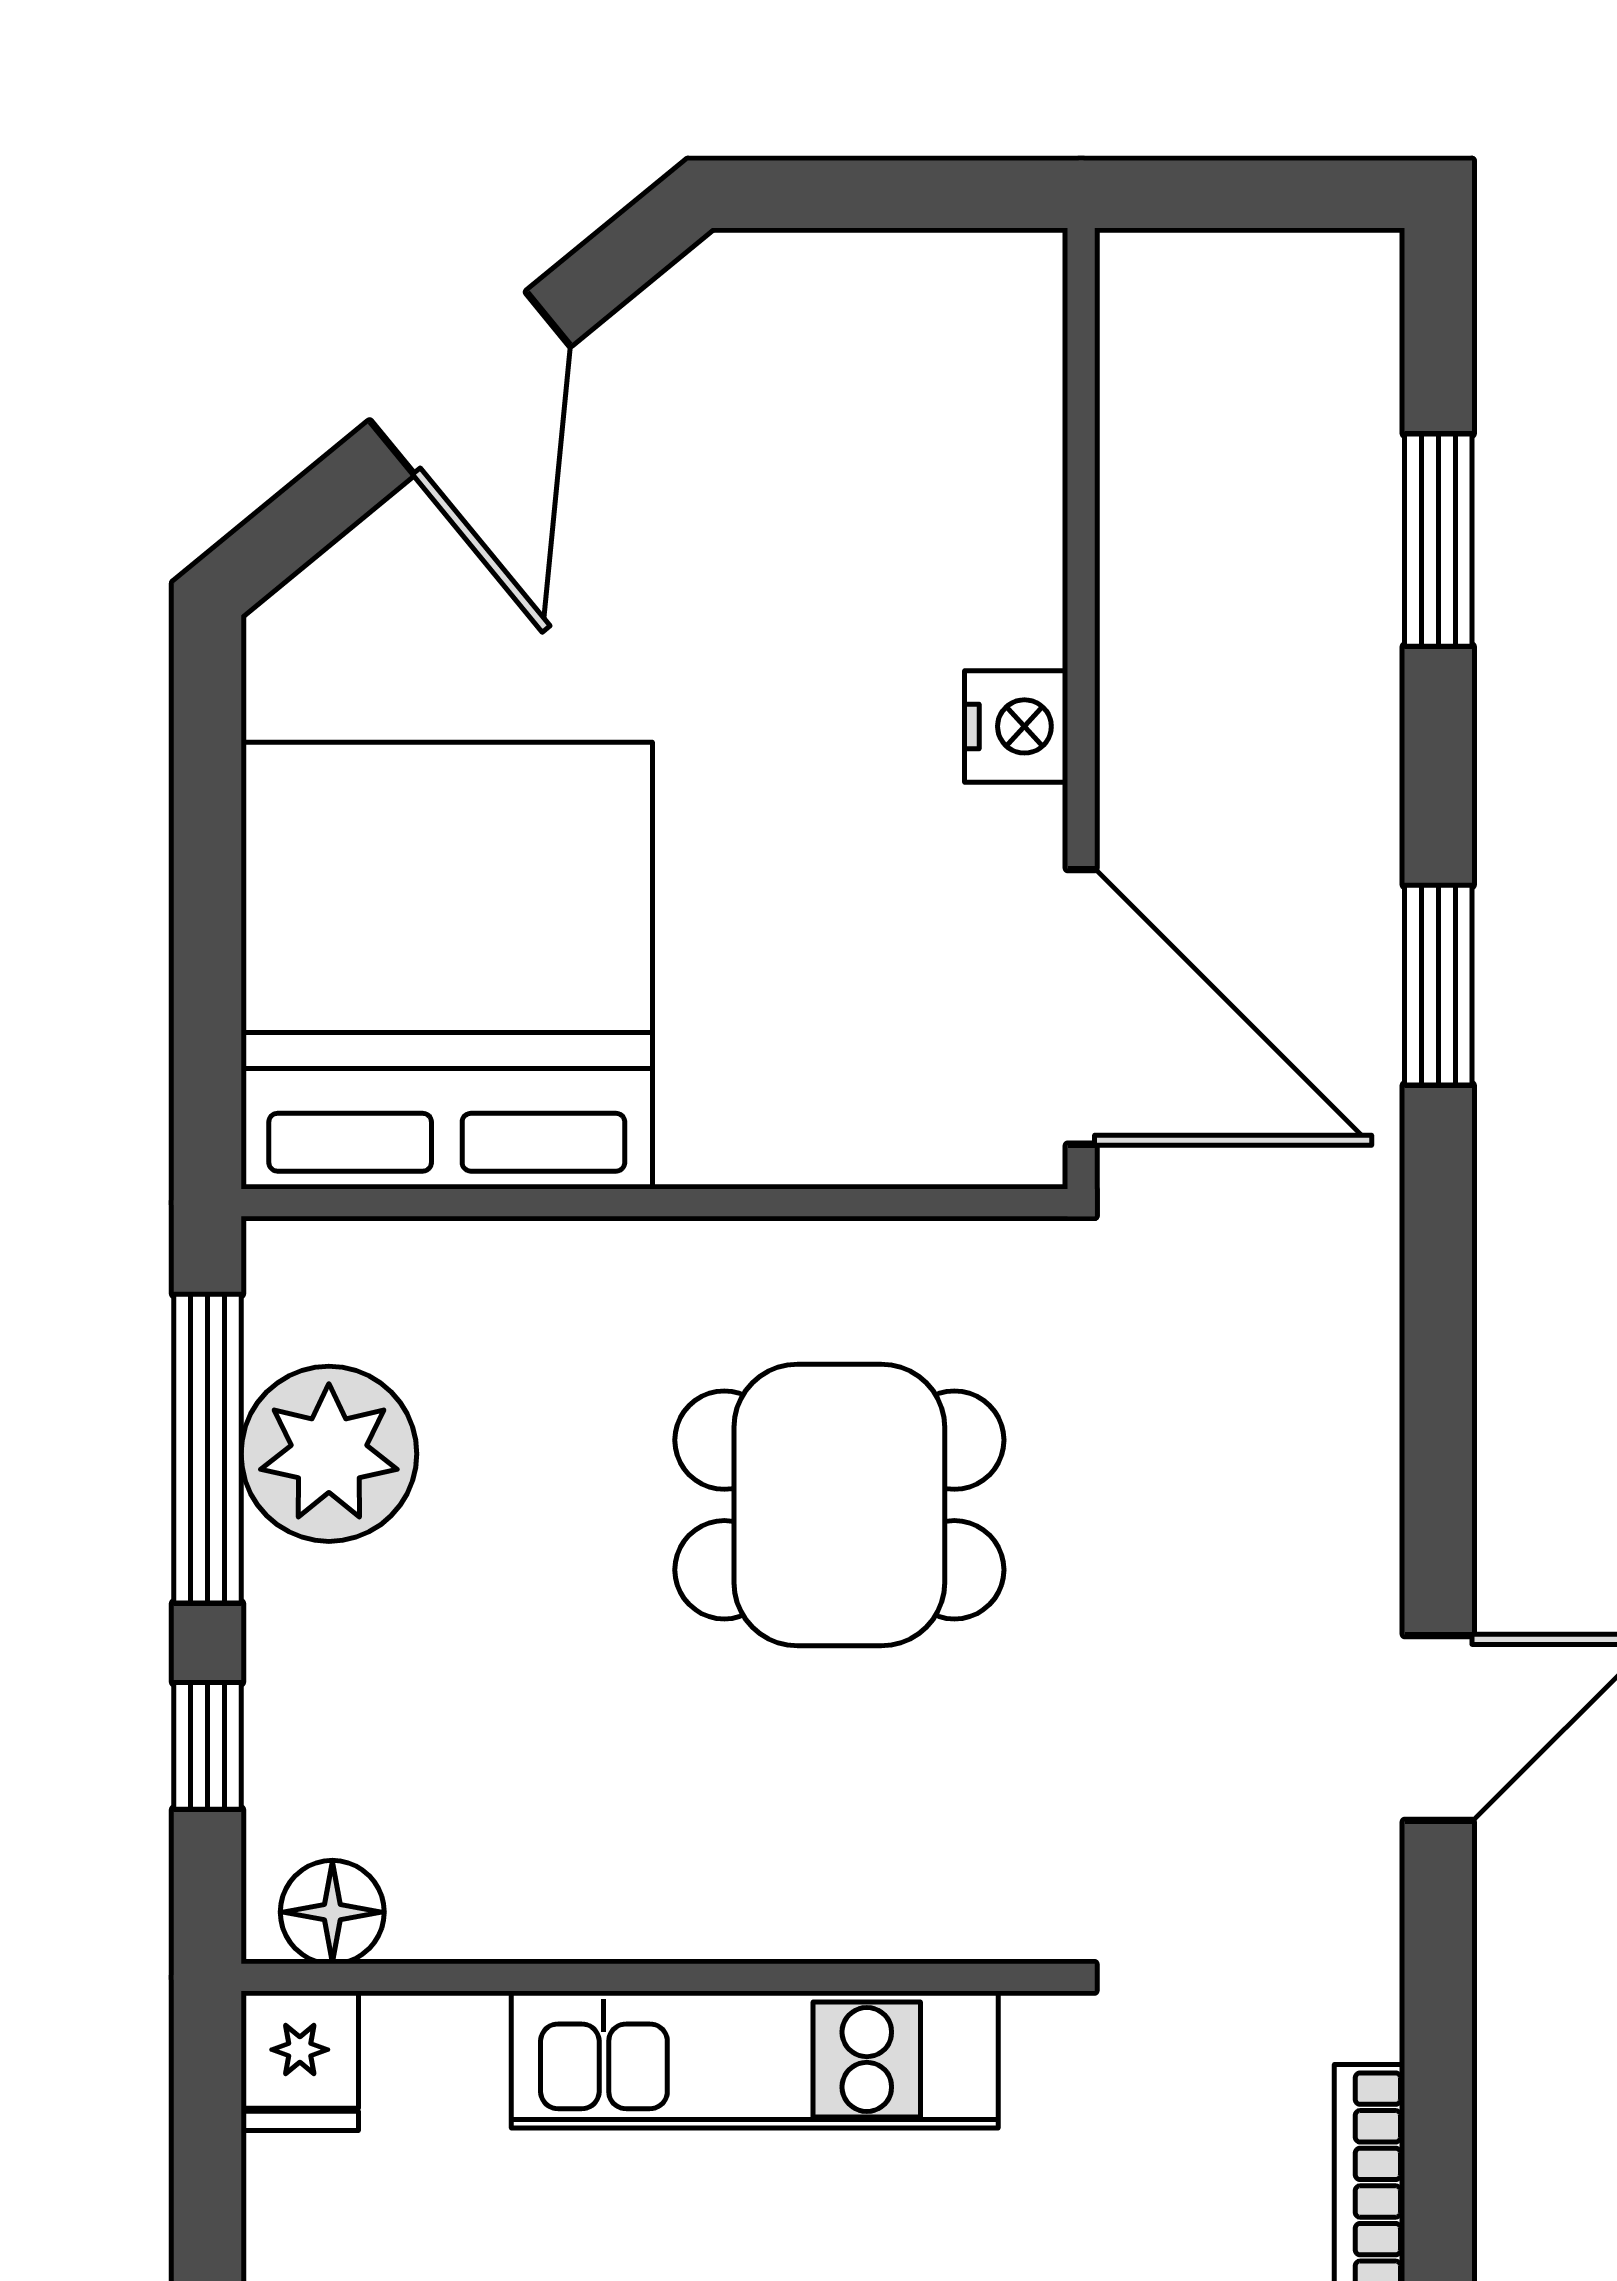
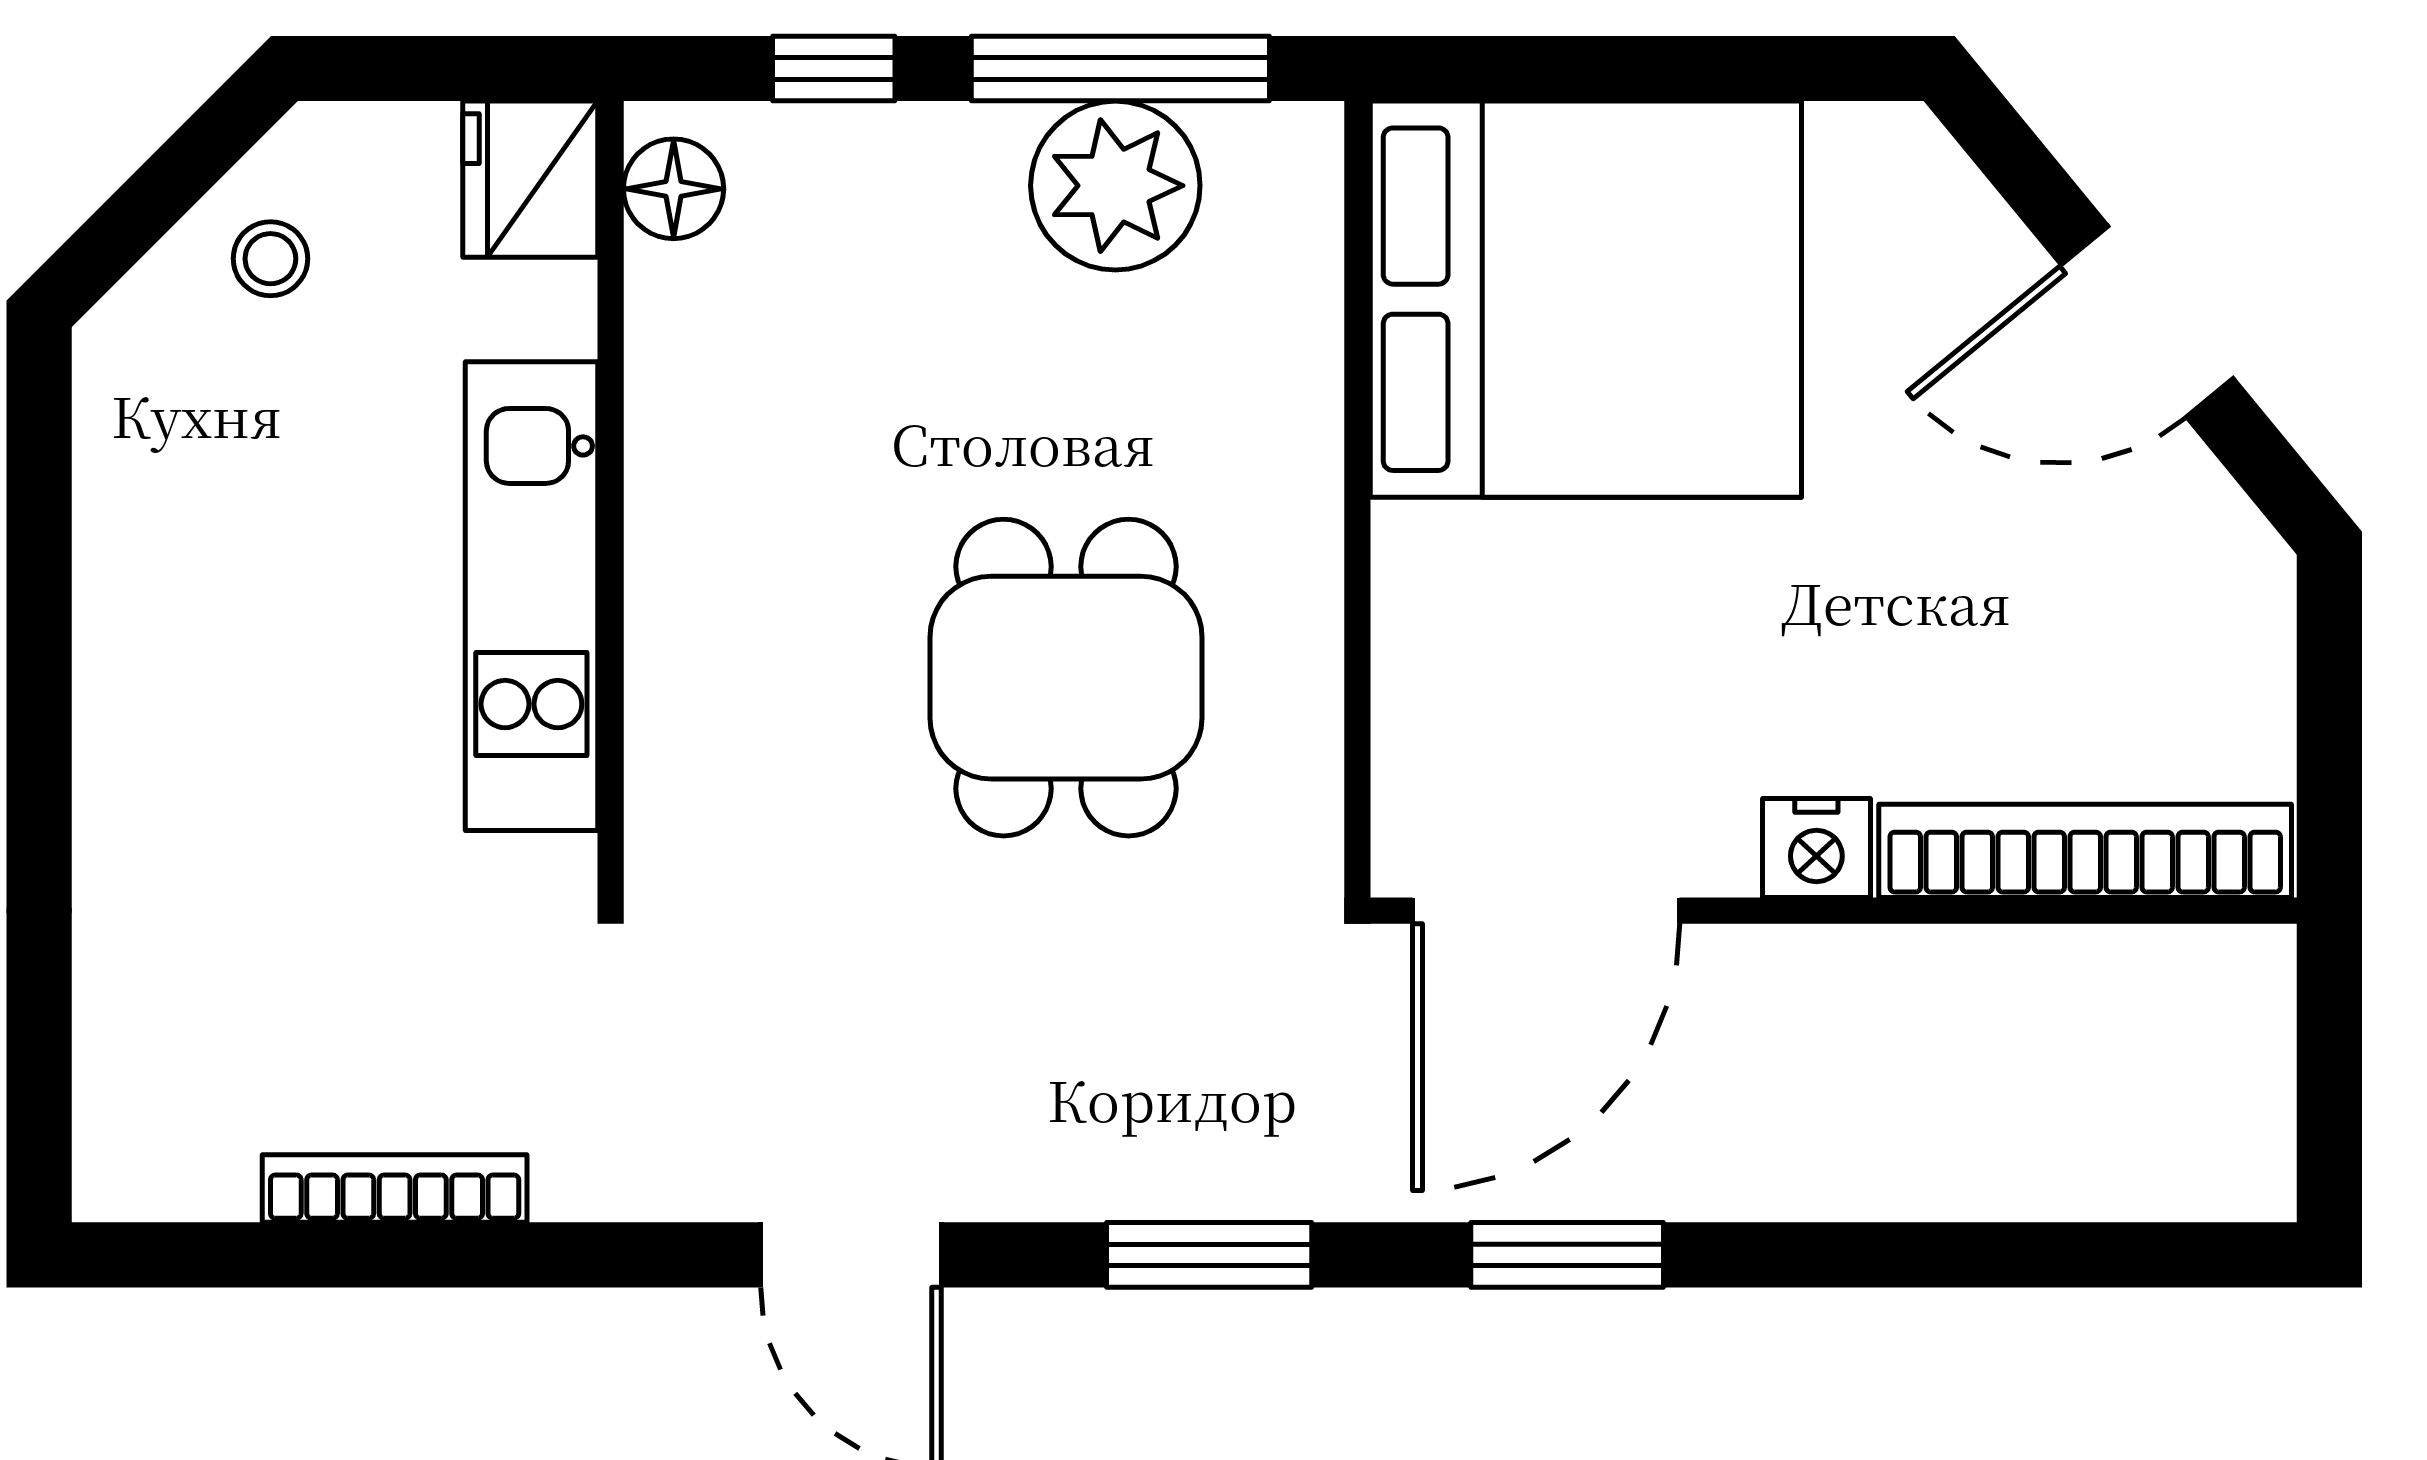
bookcase: (1019, 448) -> (2085, 851), added
window: (1438, 540) -> (1209, 1255), moved
fridge: (300, 2061) -> (530, 179), width x1.38

